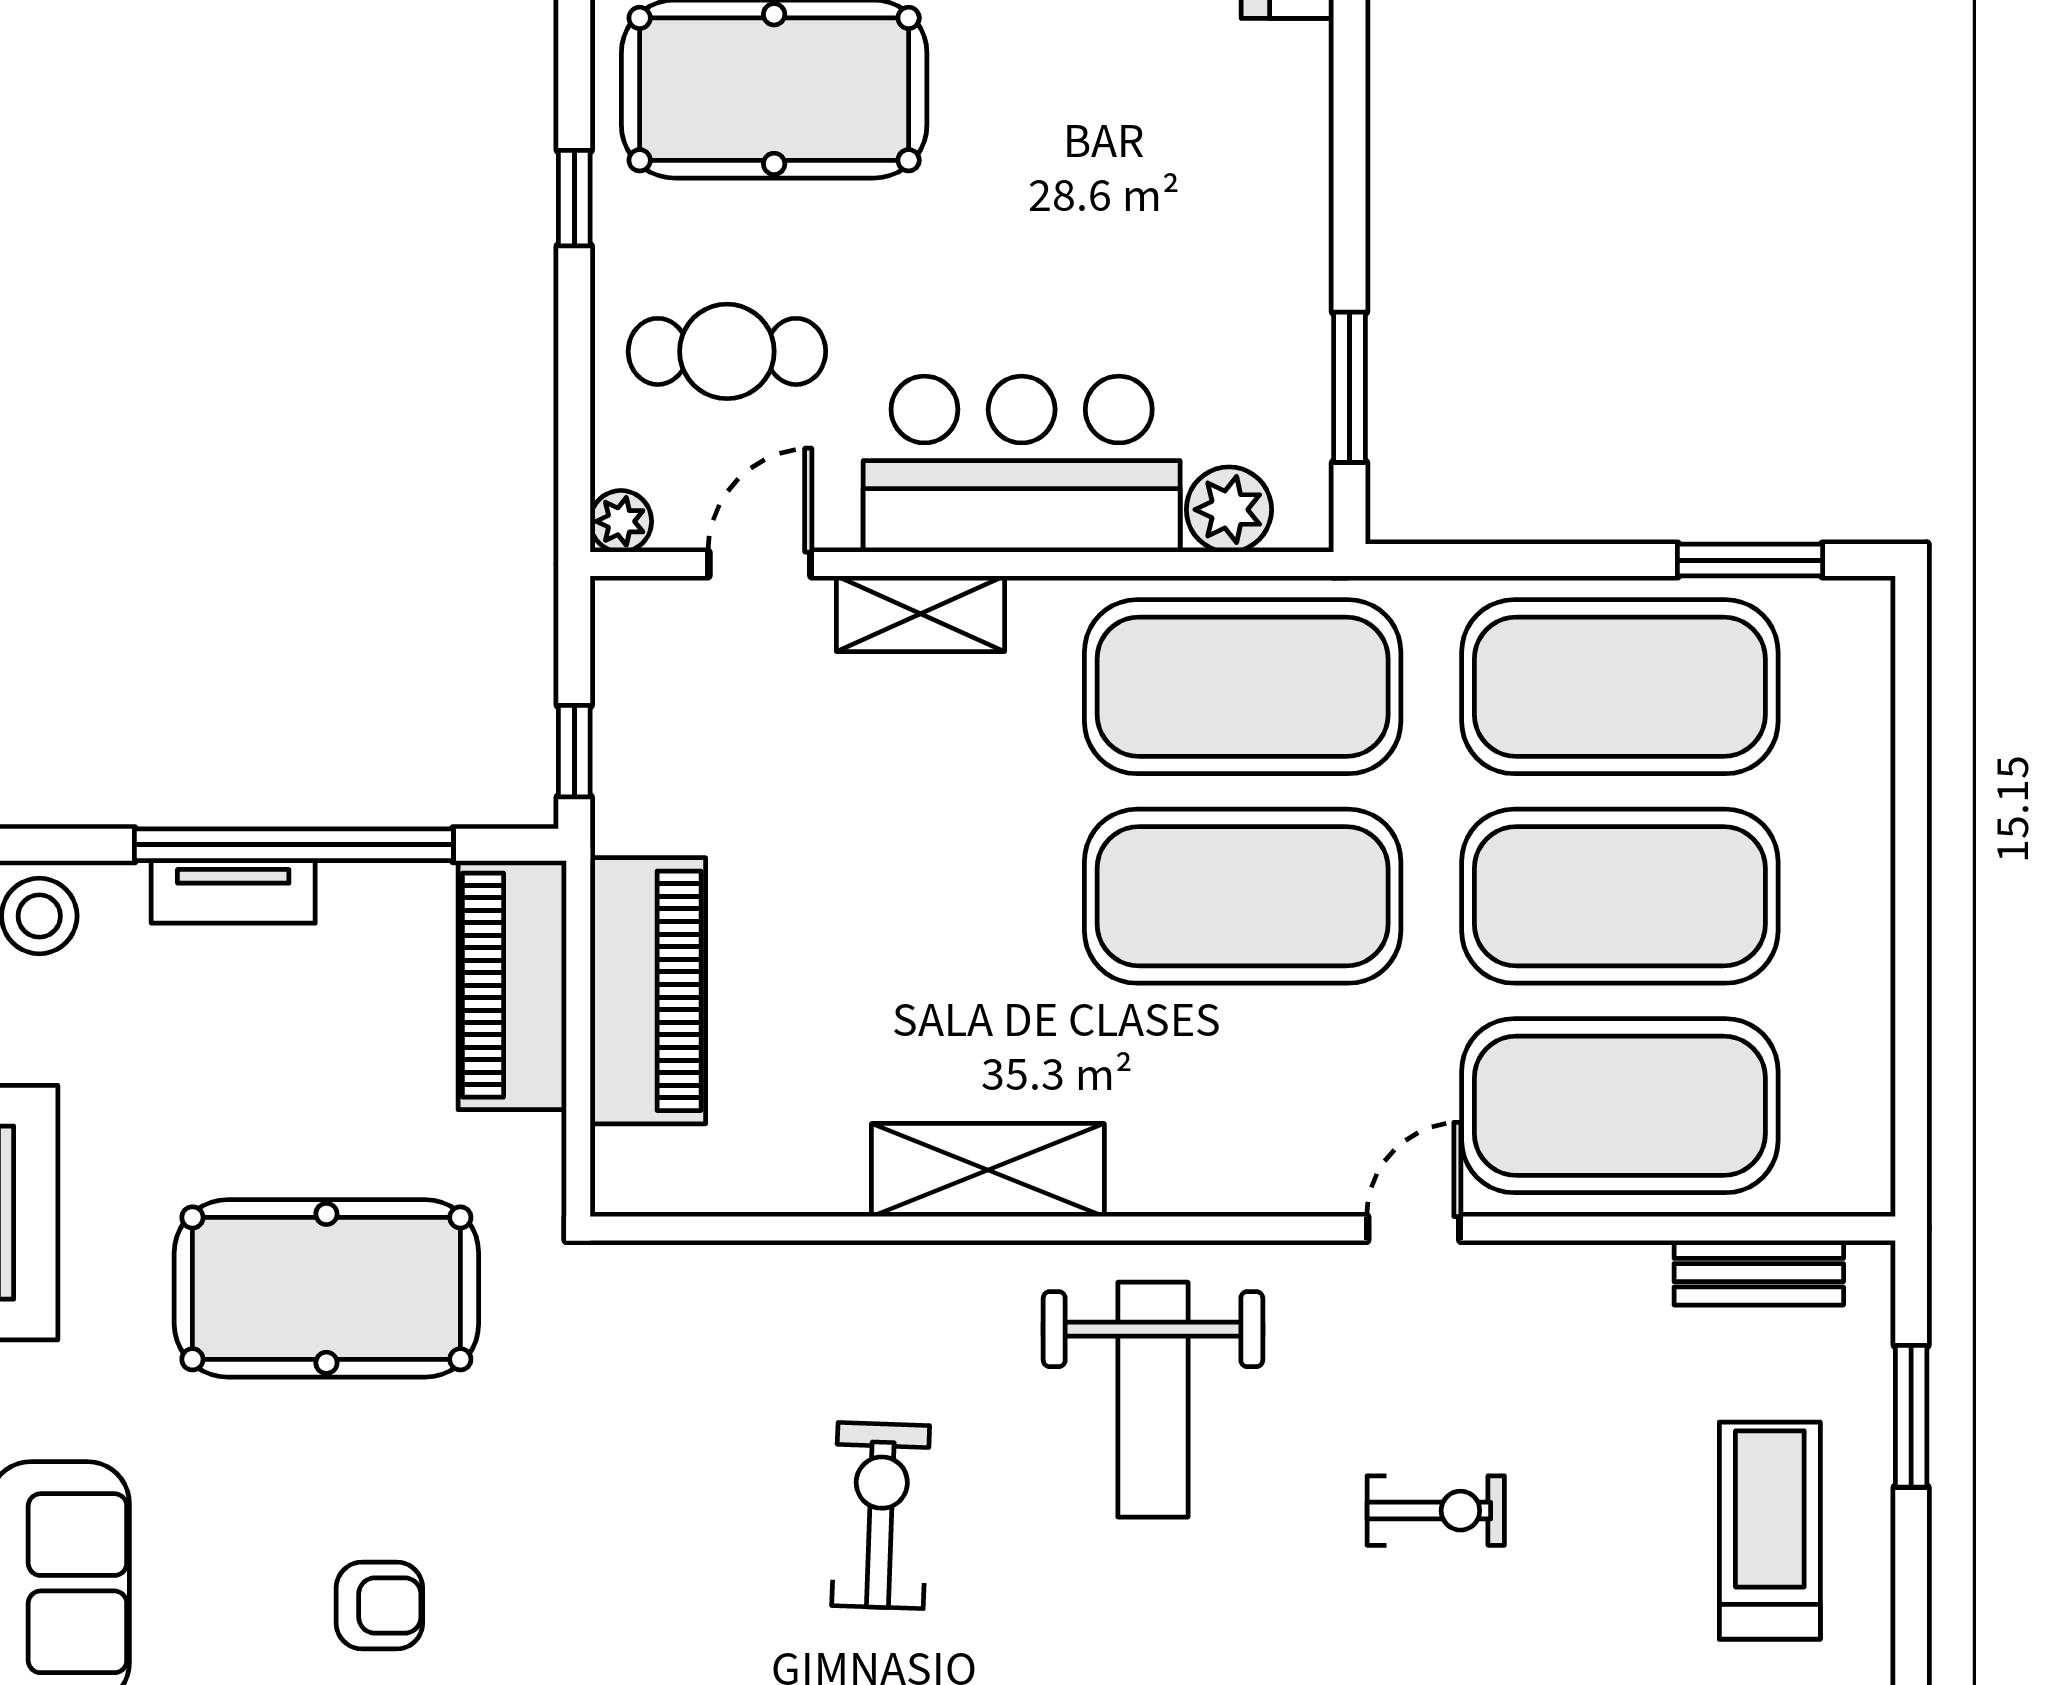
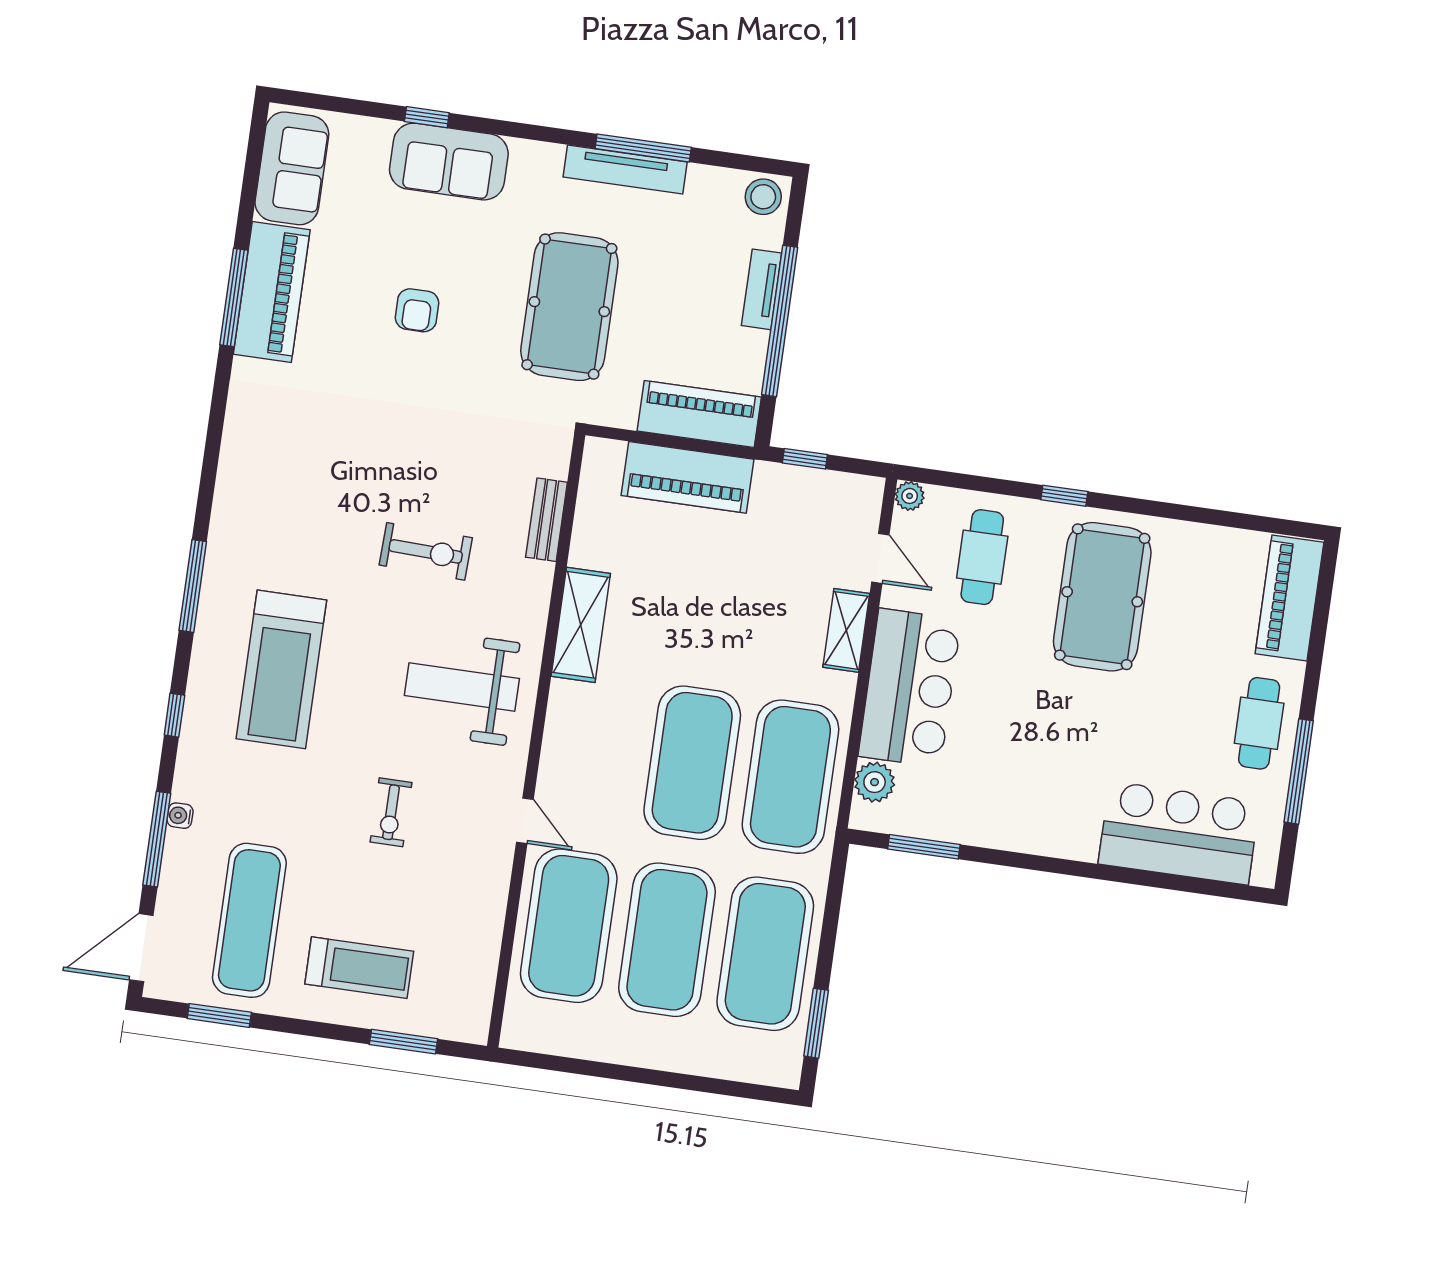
bench: (1759, 1273) -> (547, 520), moved

